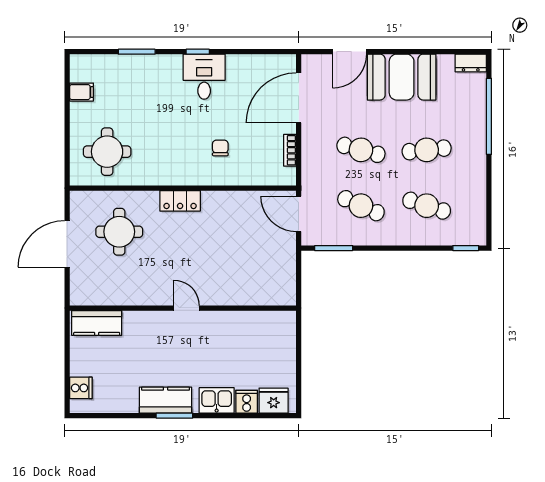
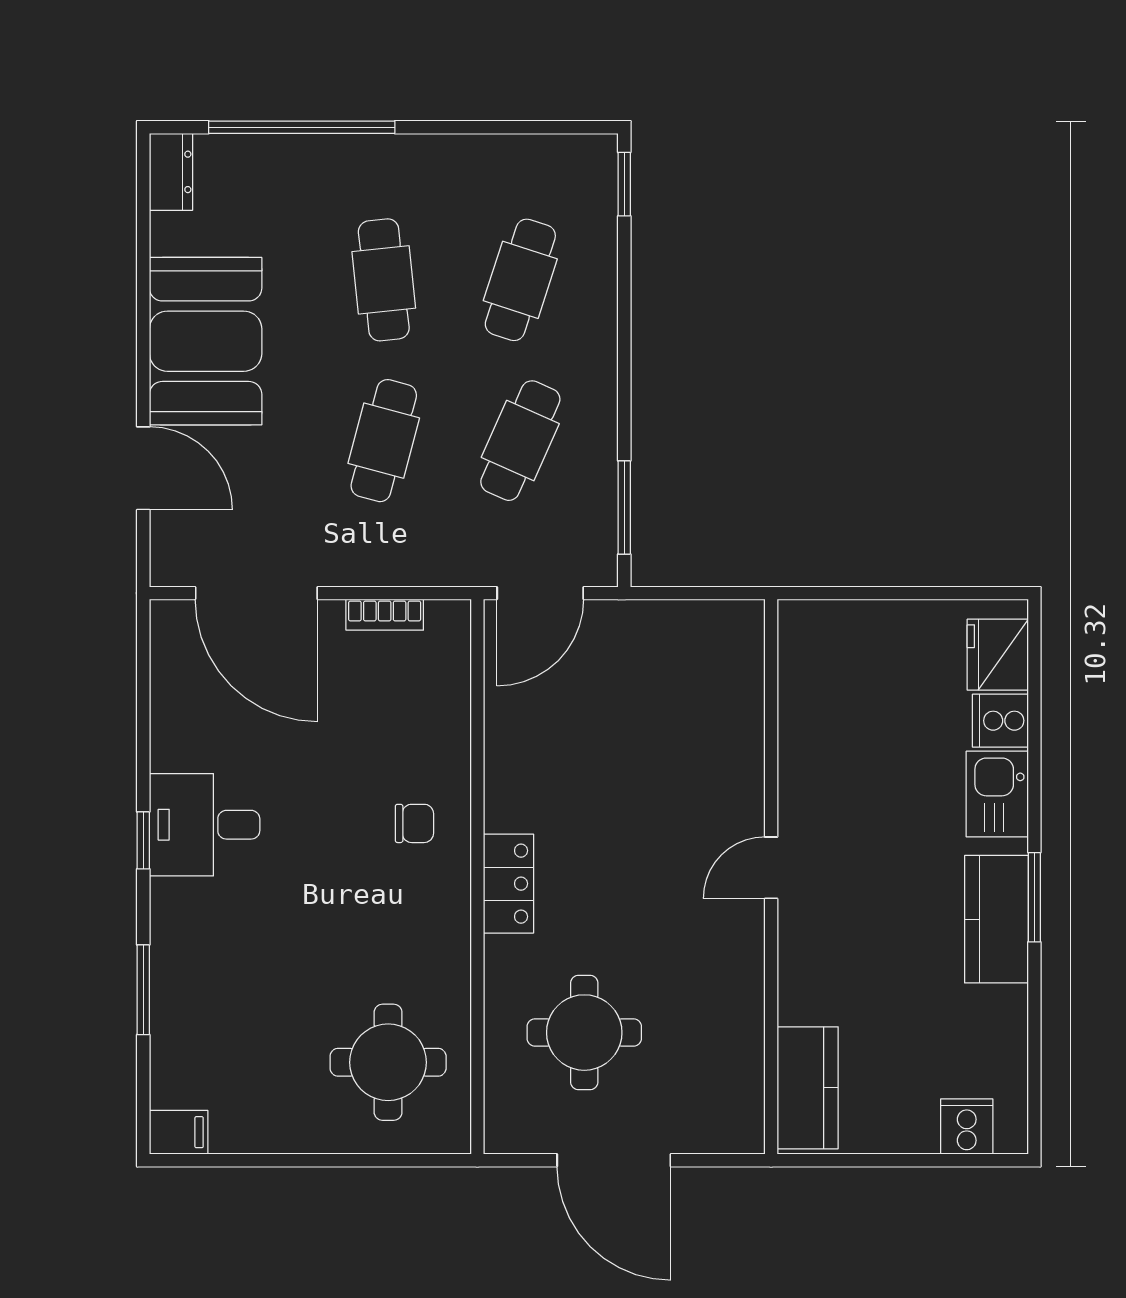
filing cabinet: (82, 92) -> (179, 1132), moved, turned 90
chair: (220, 148) -> (414, 823), moved, turned 180

